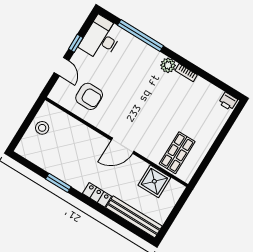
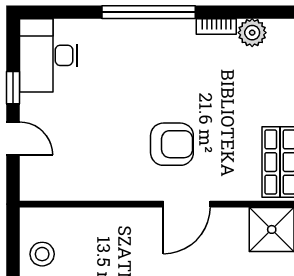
window: (140, 35) -> (149, 12), moved
plant: (168, 65) -> (252, 33), moved
armchair: (89, 96) -> (172, 144), moved

